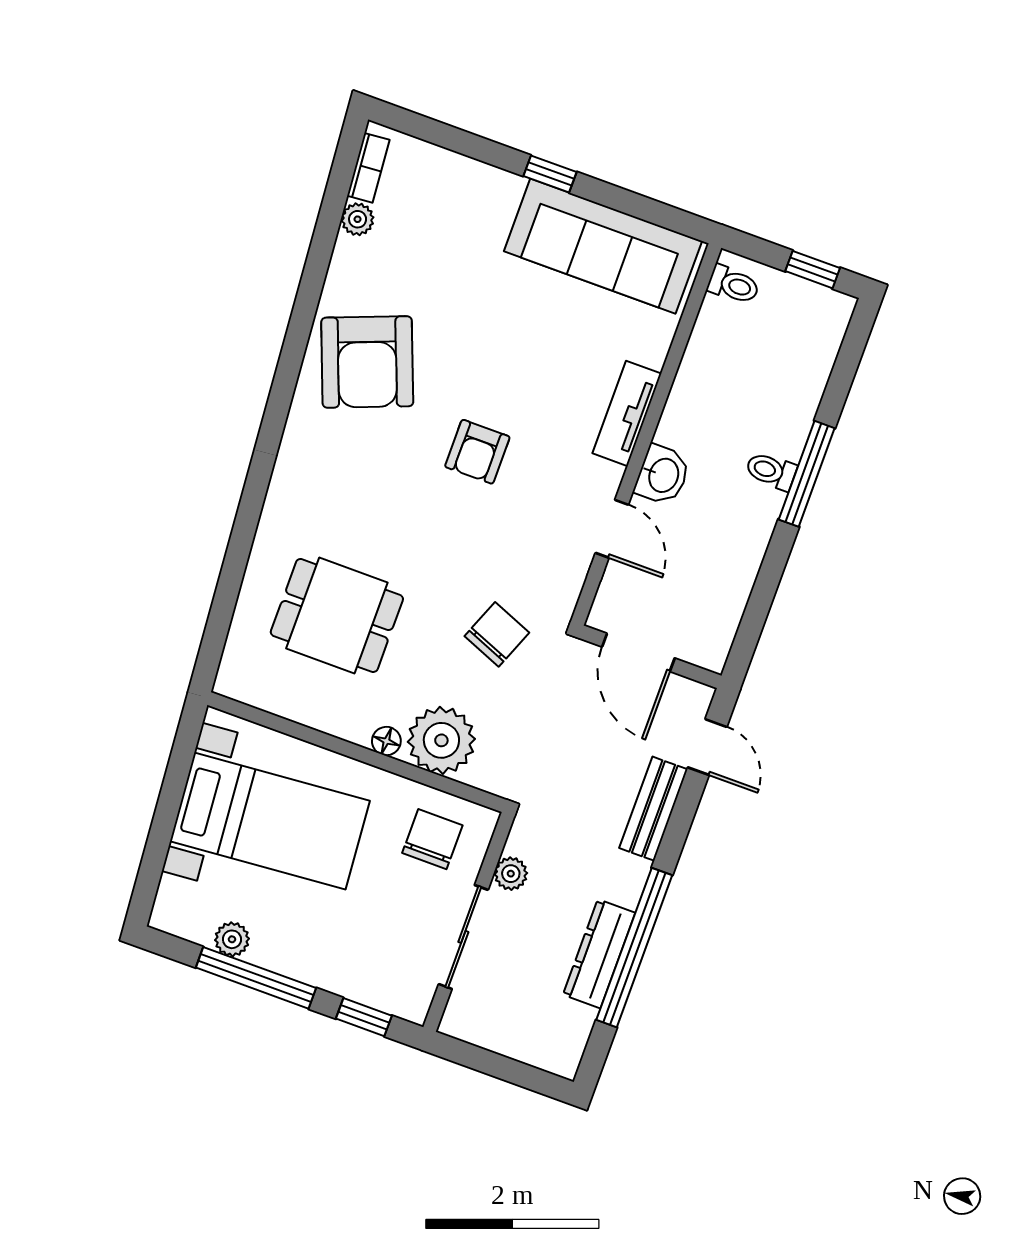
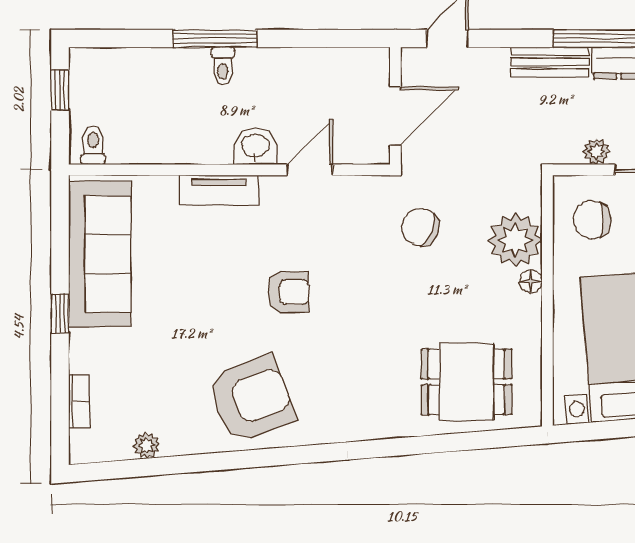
bookcase: (368, 168) -> (79, 401), moved, turned 95
dining table: (337, 616) -> (466, 382), moved, turned 90
bench: (653, 809) -> (550, 62), moved

